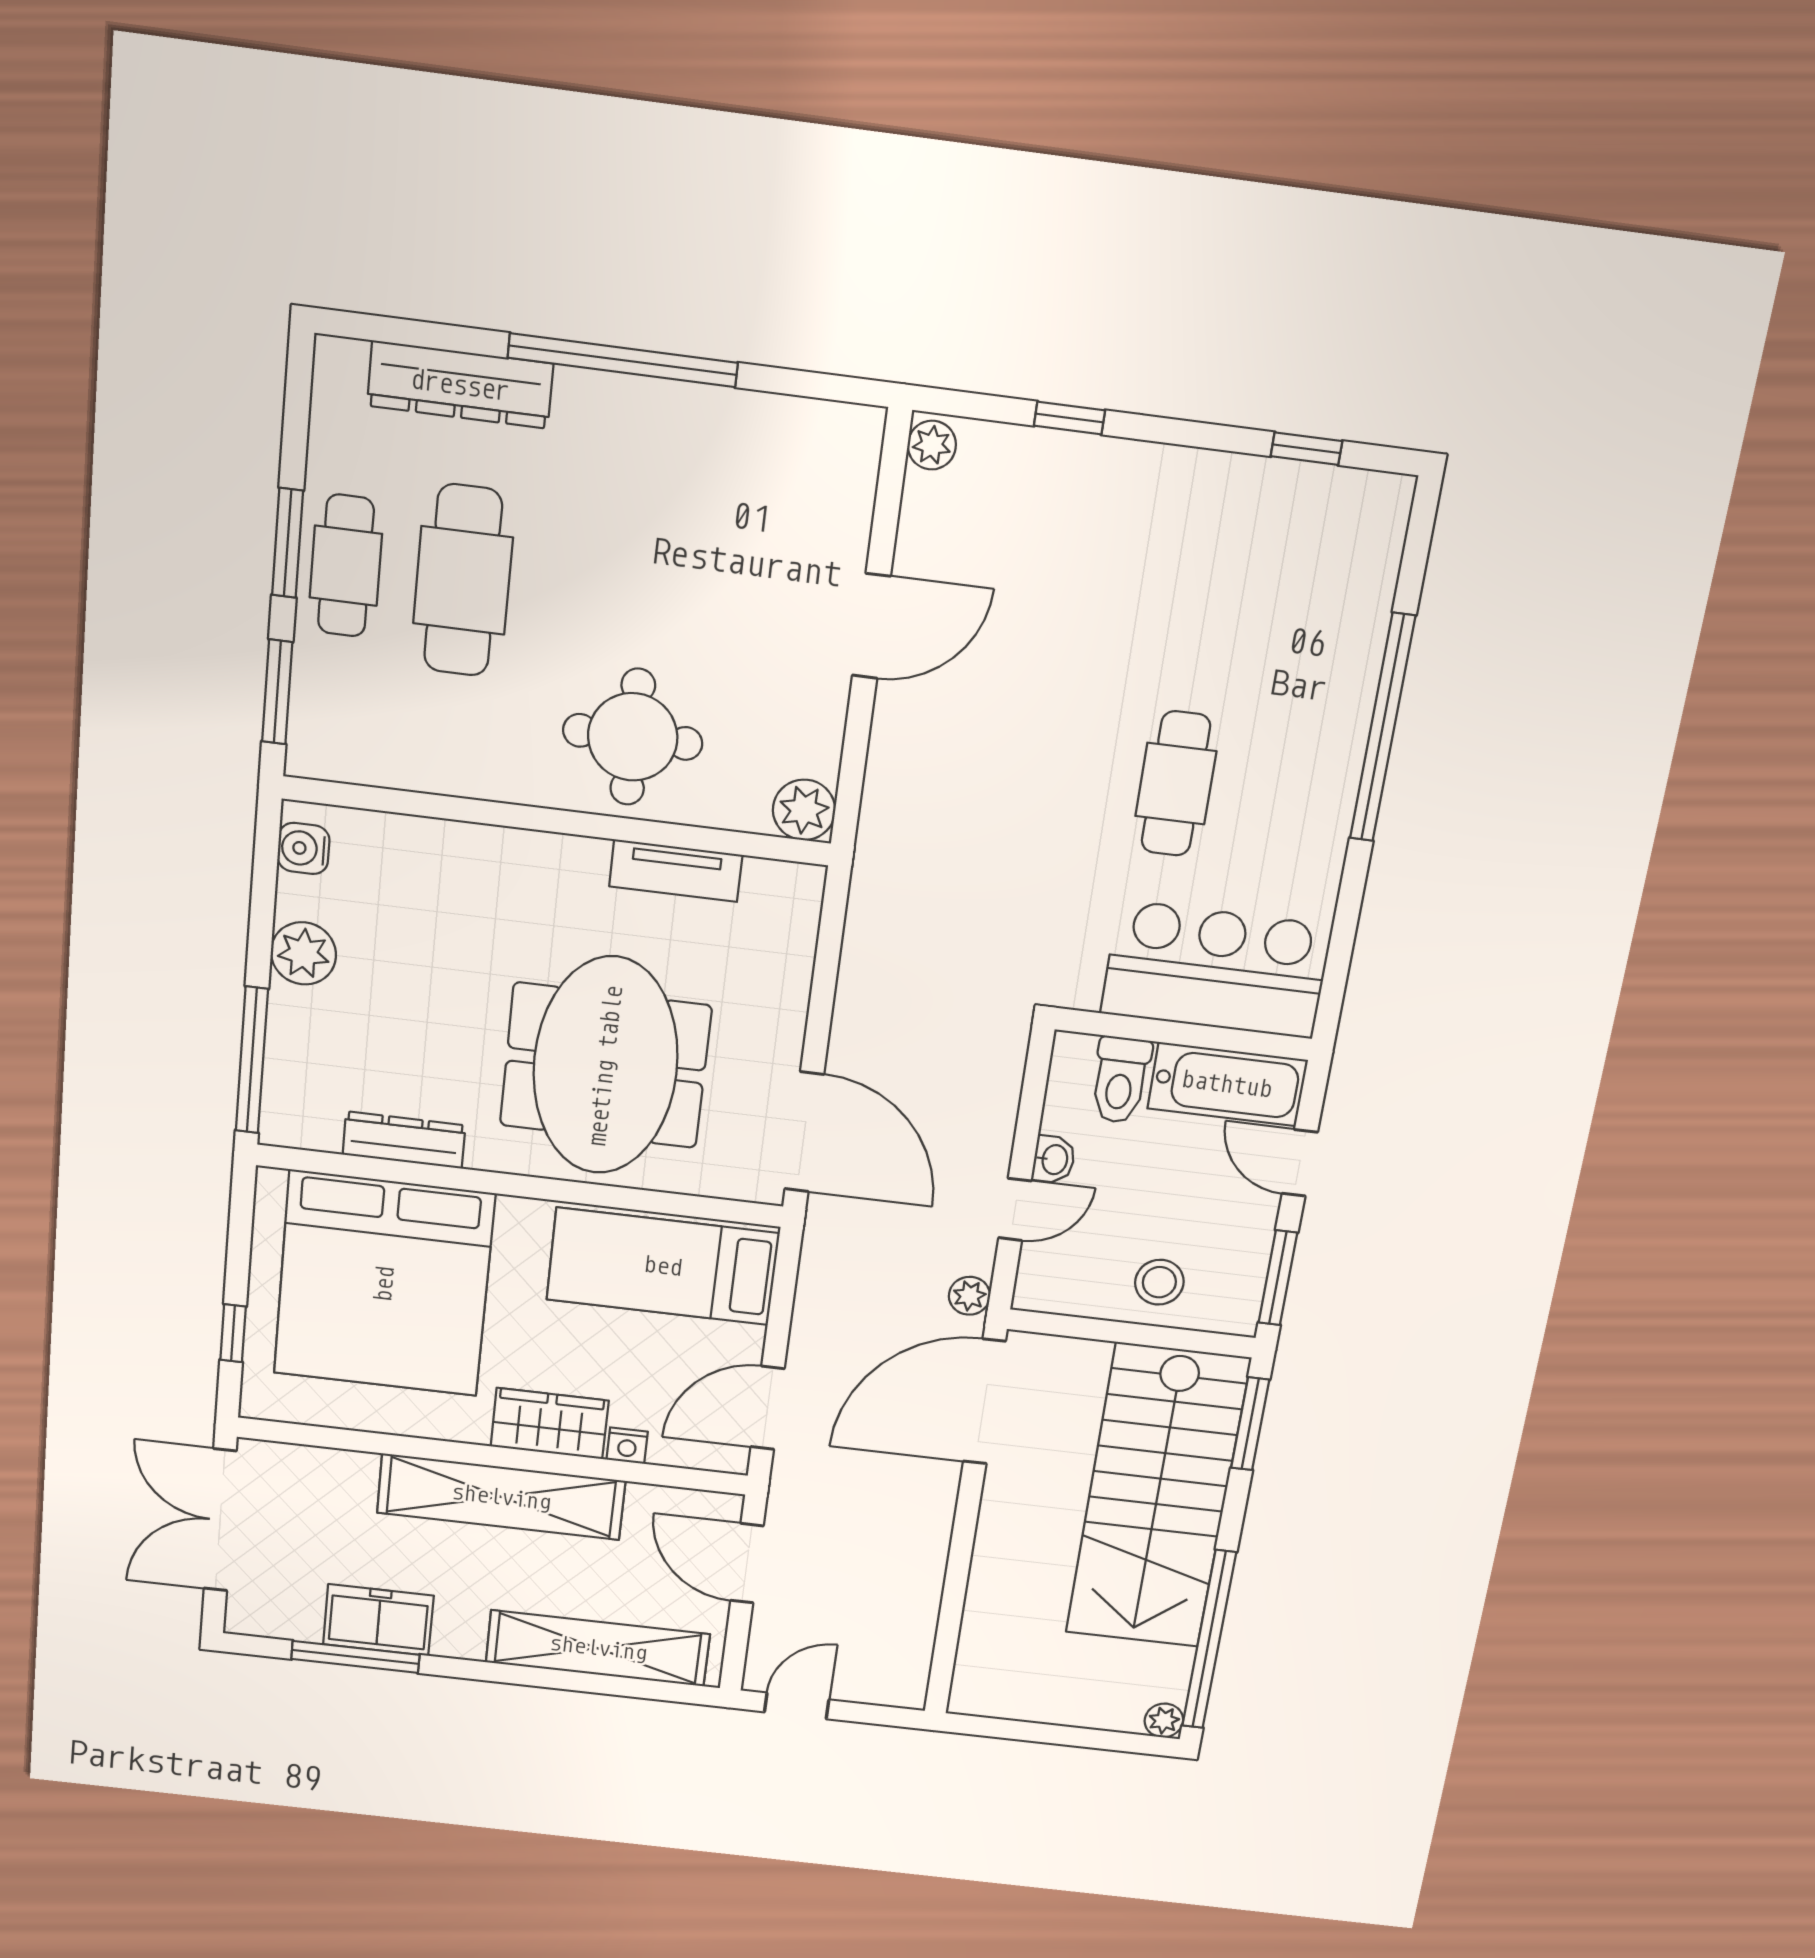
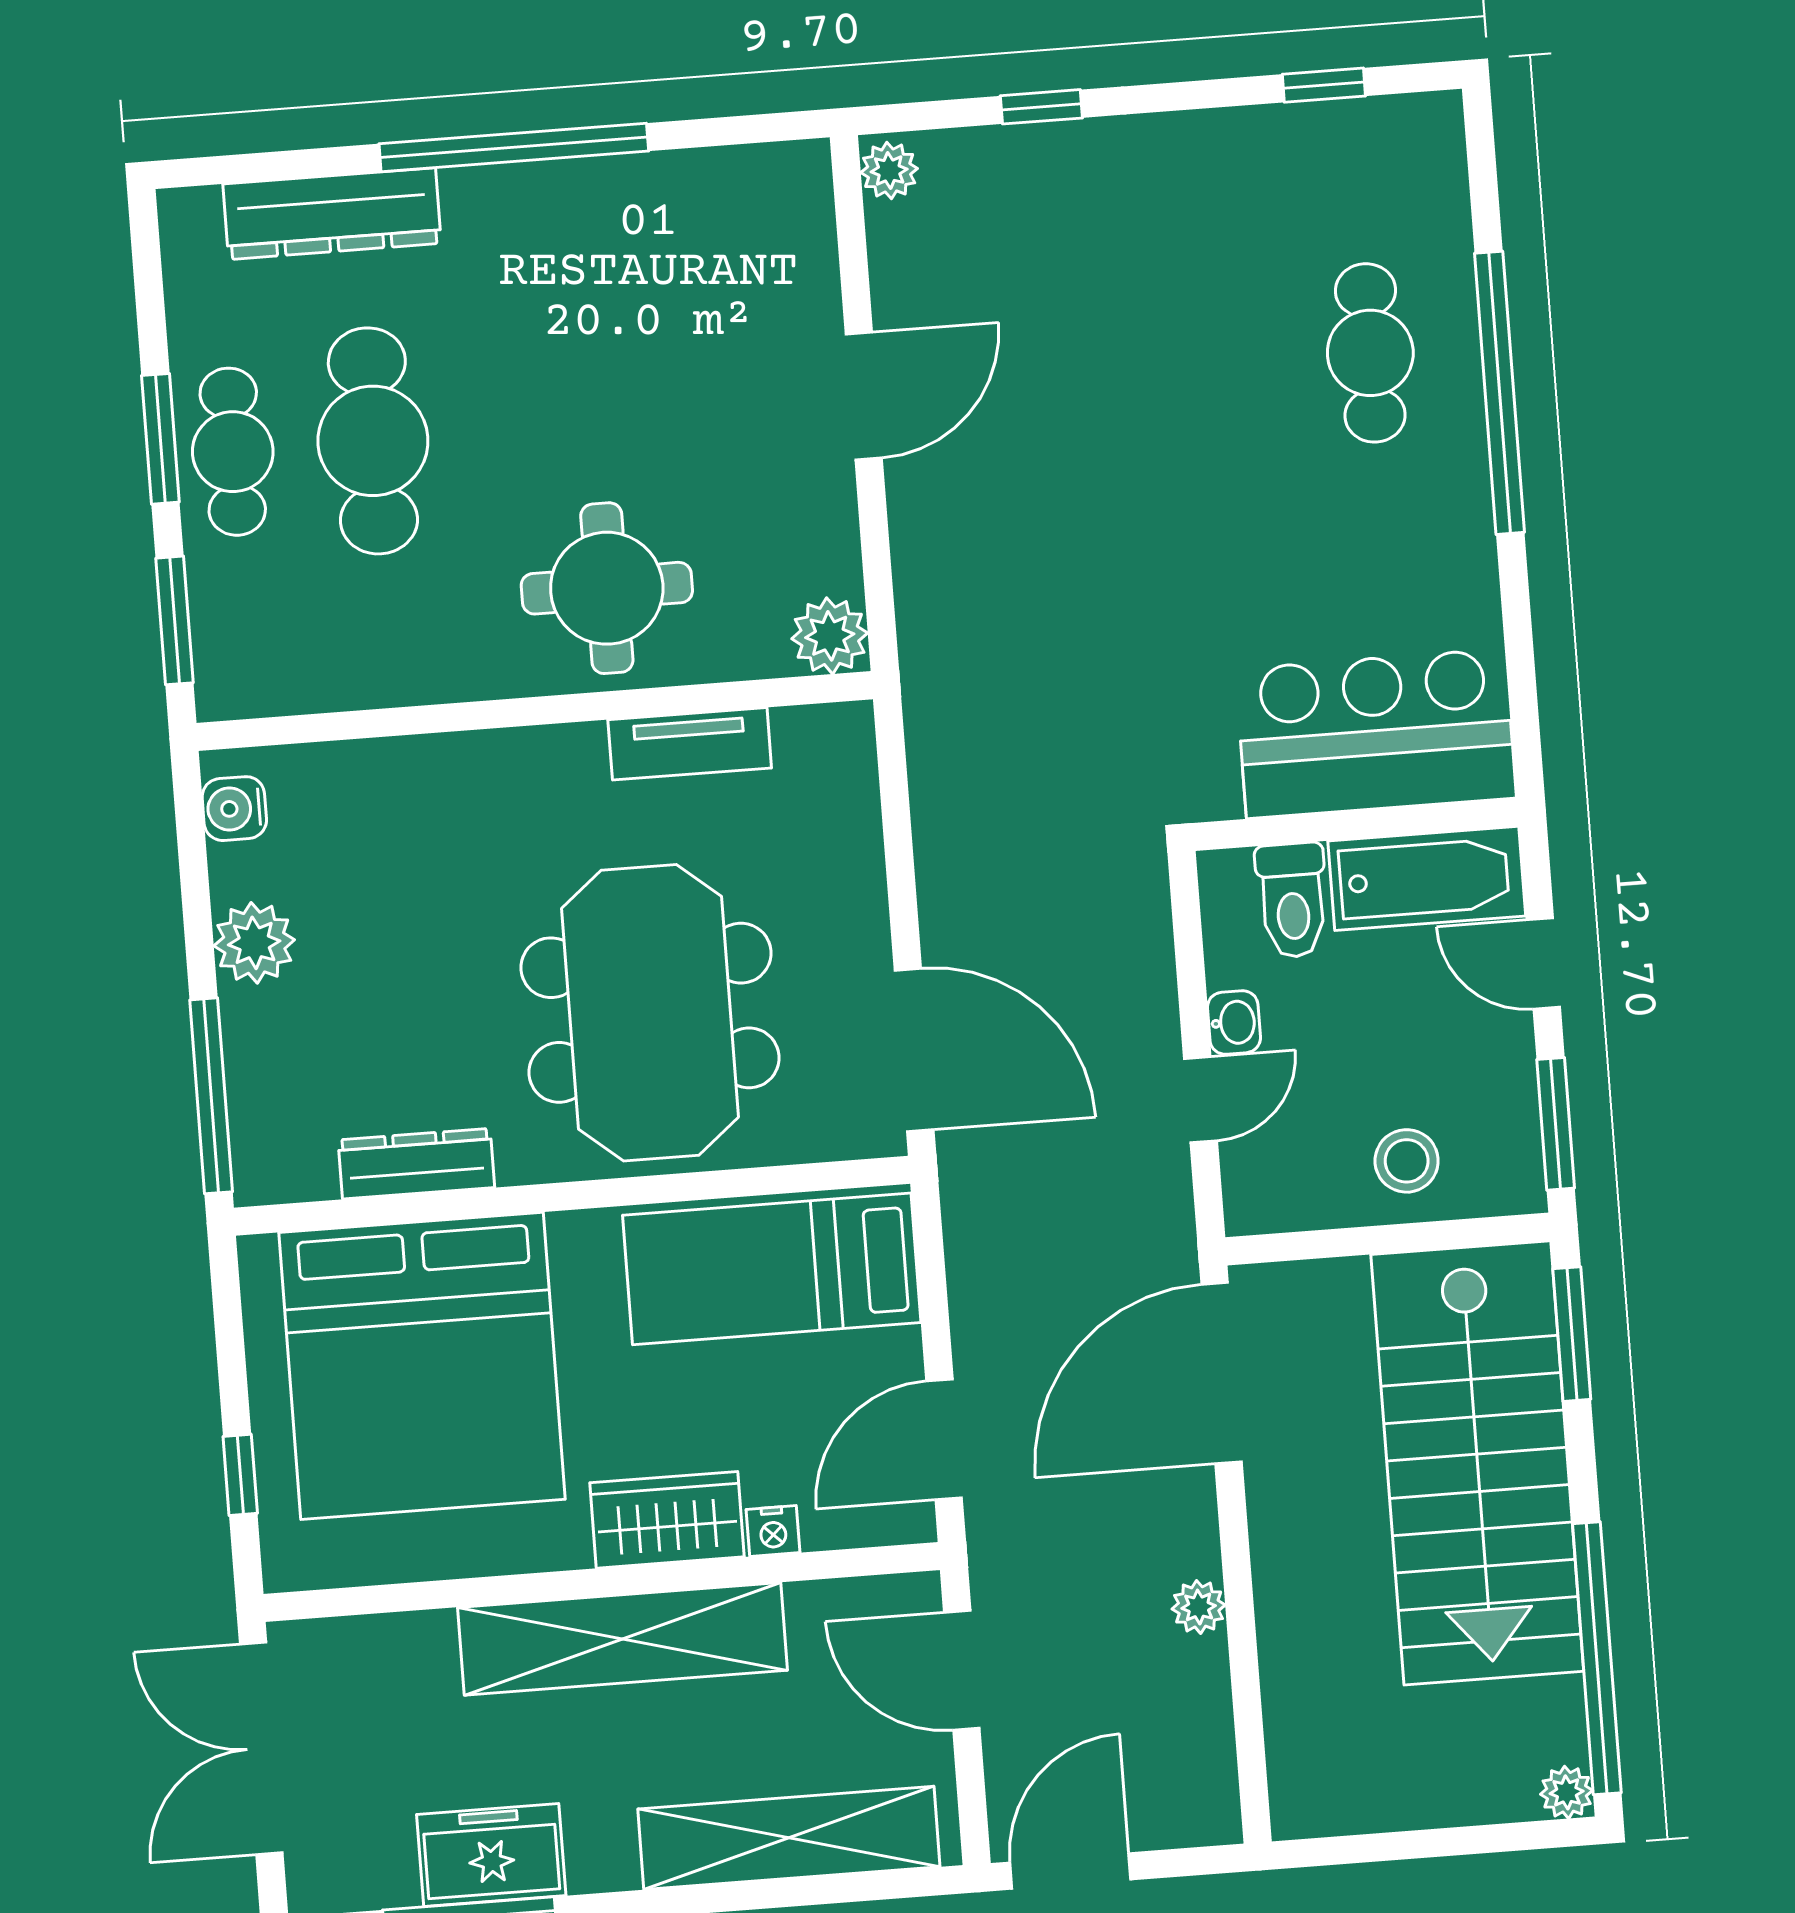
cafe table: (1176, 784) -> (1370, 353), moved
plant: (969, 1296) -> (1199, 1607), moved
door: (797, 1706) -> (1070, 1871), width x1.37

